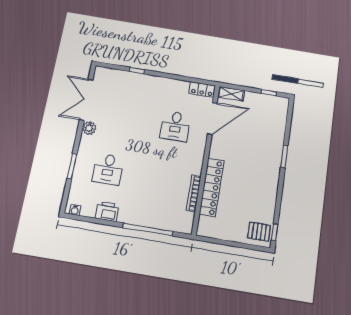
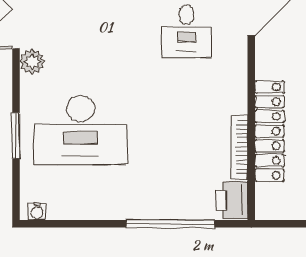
desk: (108, 169) -> (81, 130), width x1.87, depth x1.30
printer: (107, 211) -> (232, 200), moved, turned -90

